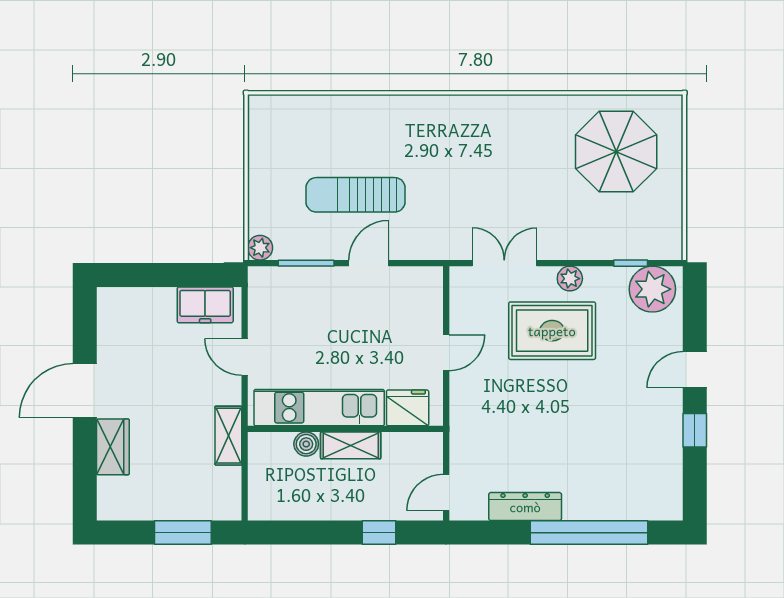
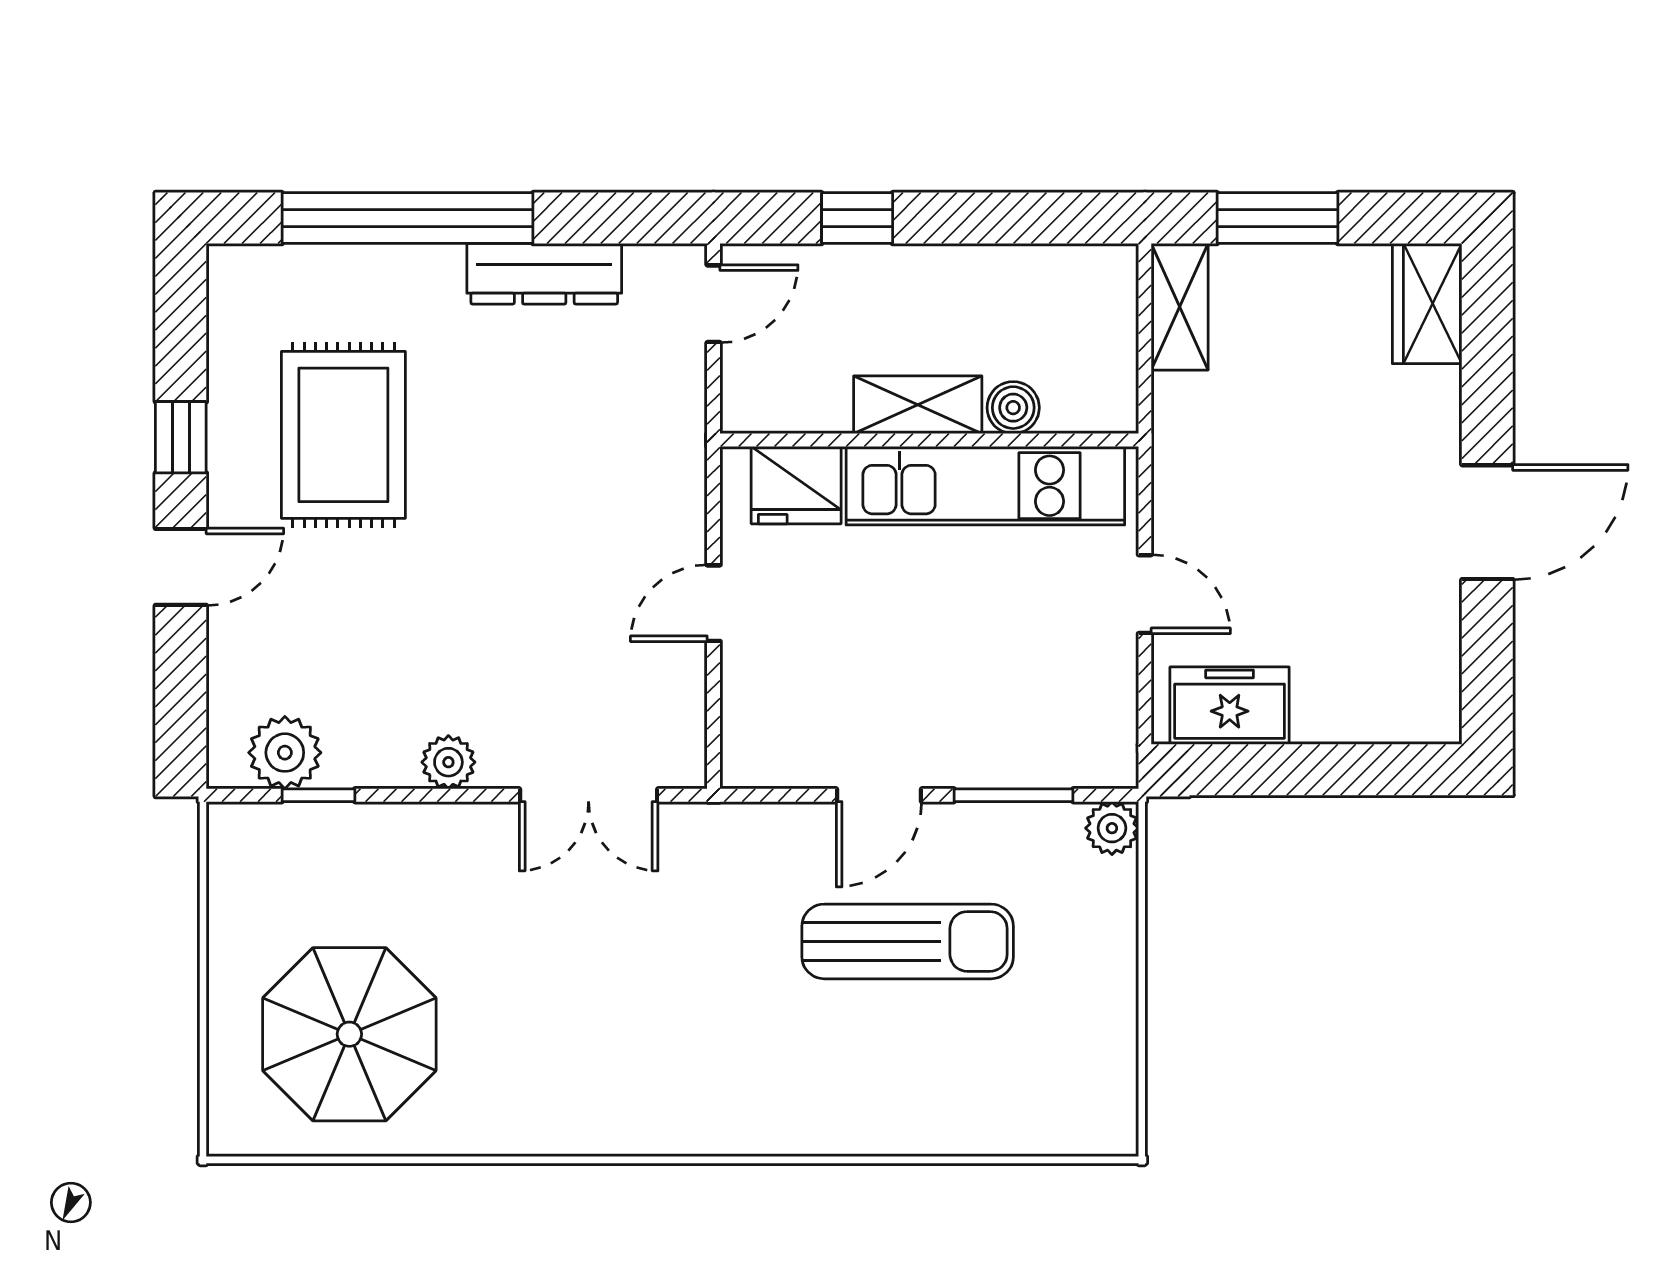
plant: (652, 289) -> (285, 753), width x0.73, depth x0.73
rug: (552, 331) -> (343, 435), moved, turned 90
shelving: (228, 436) -> (1180, 307), moved
wardrobe: (113, 447) -> (1427, 304), moved

